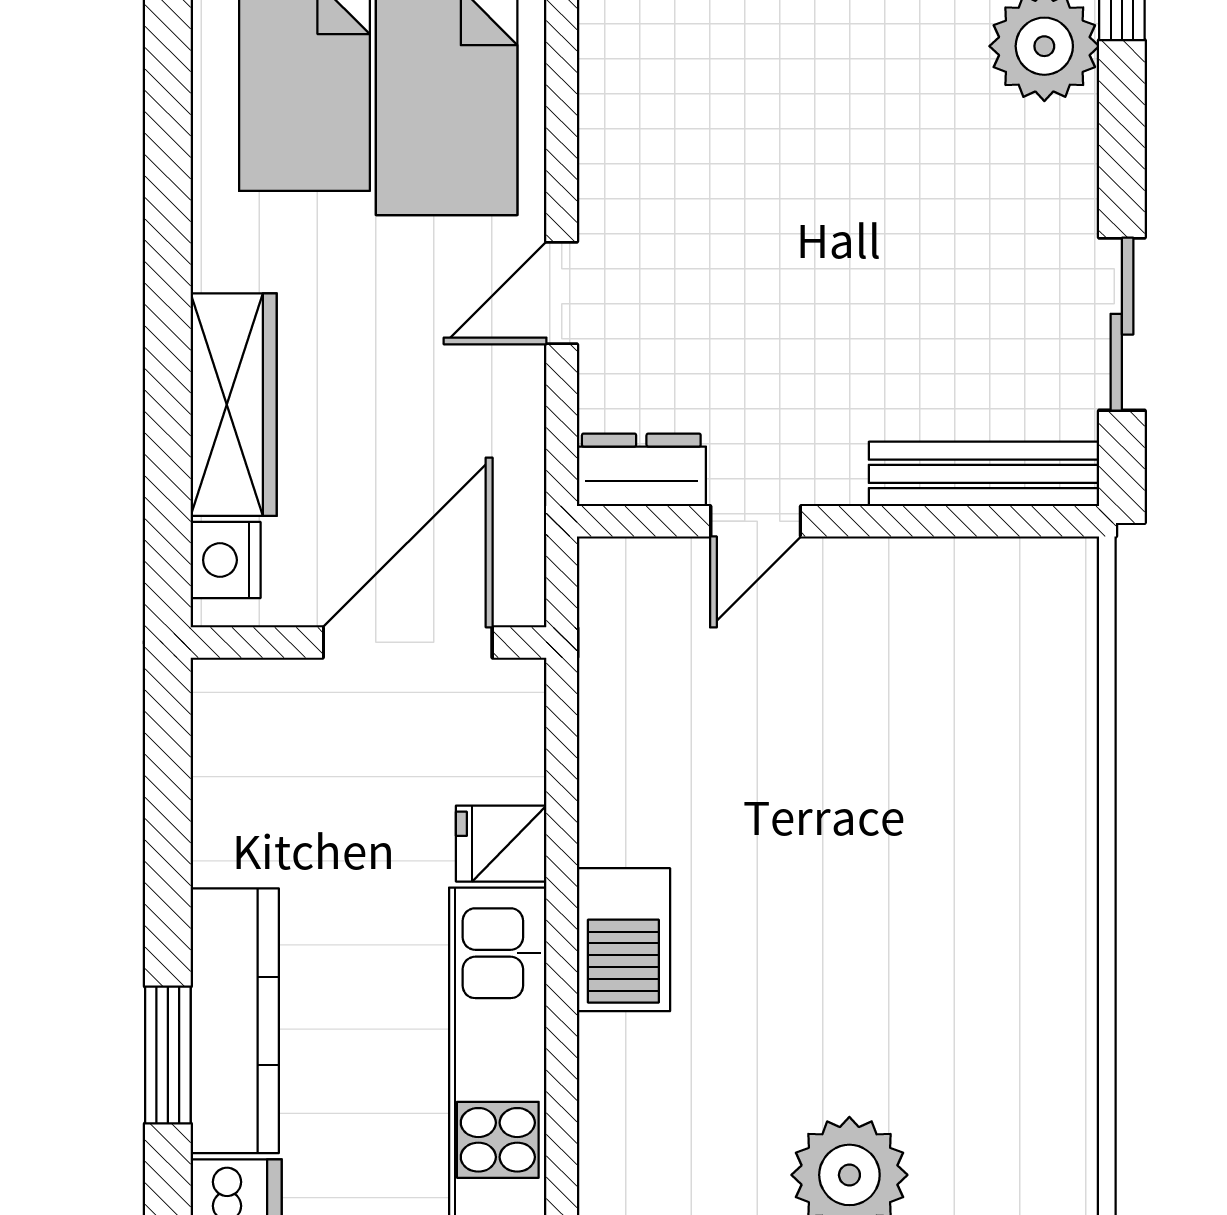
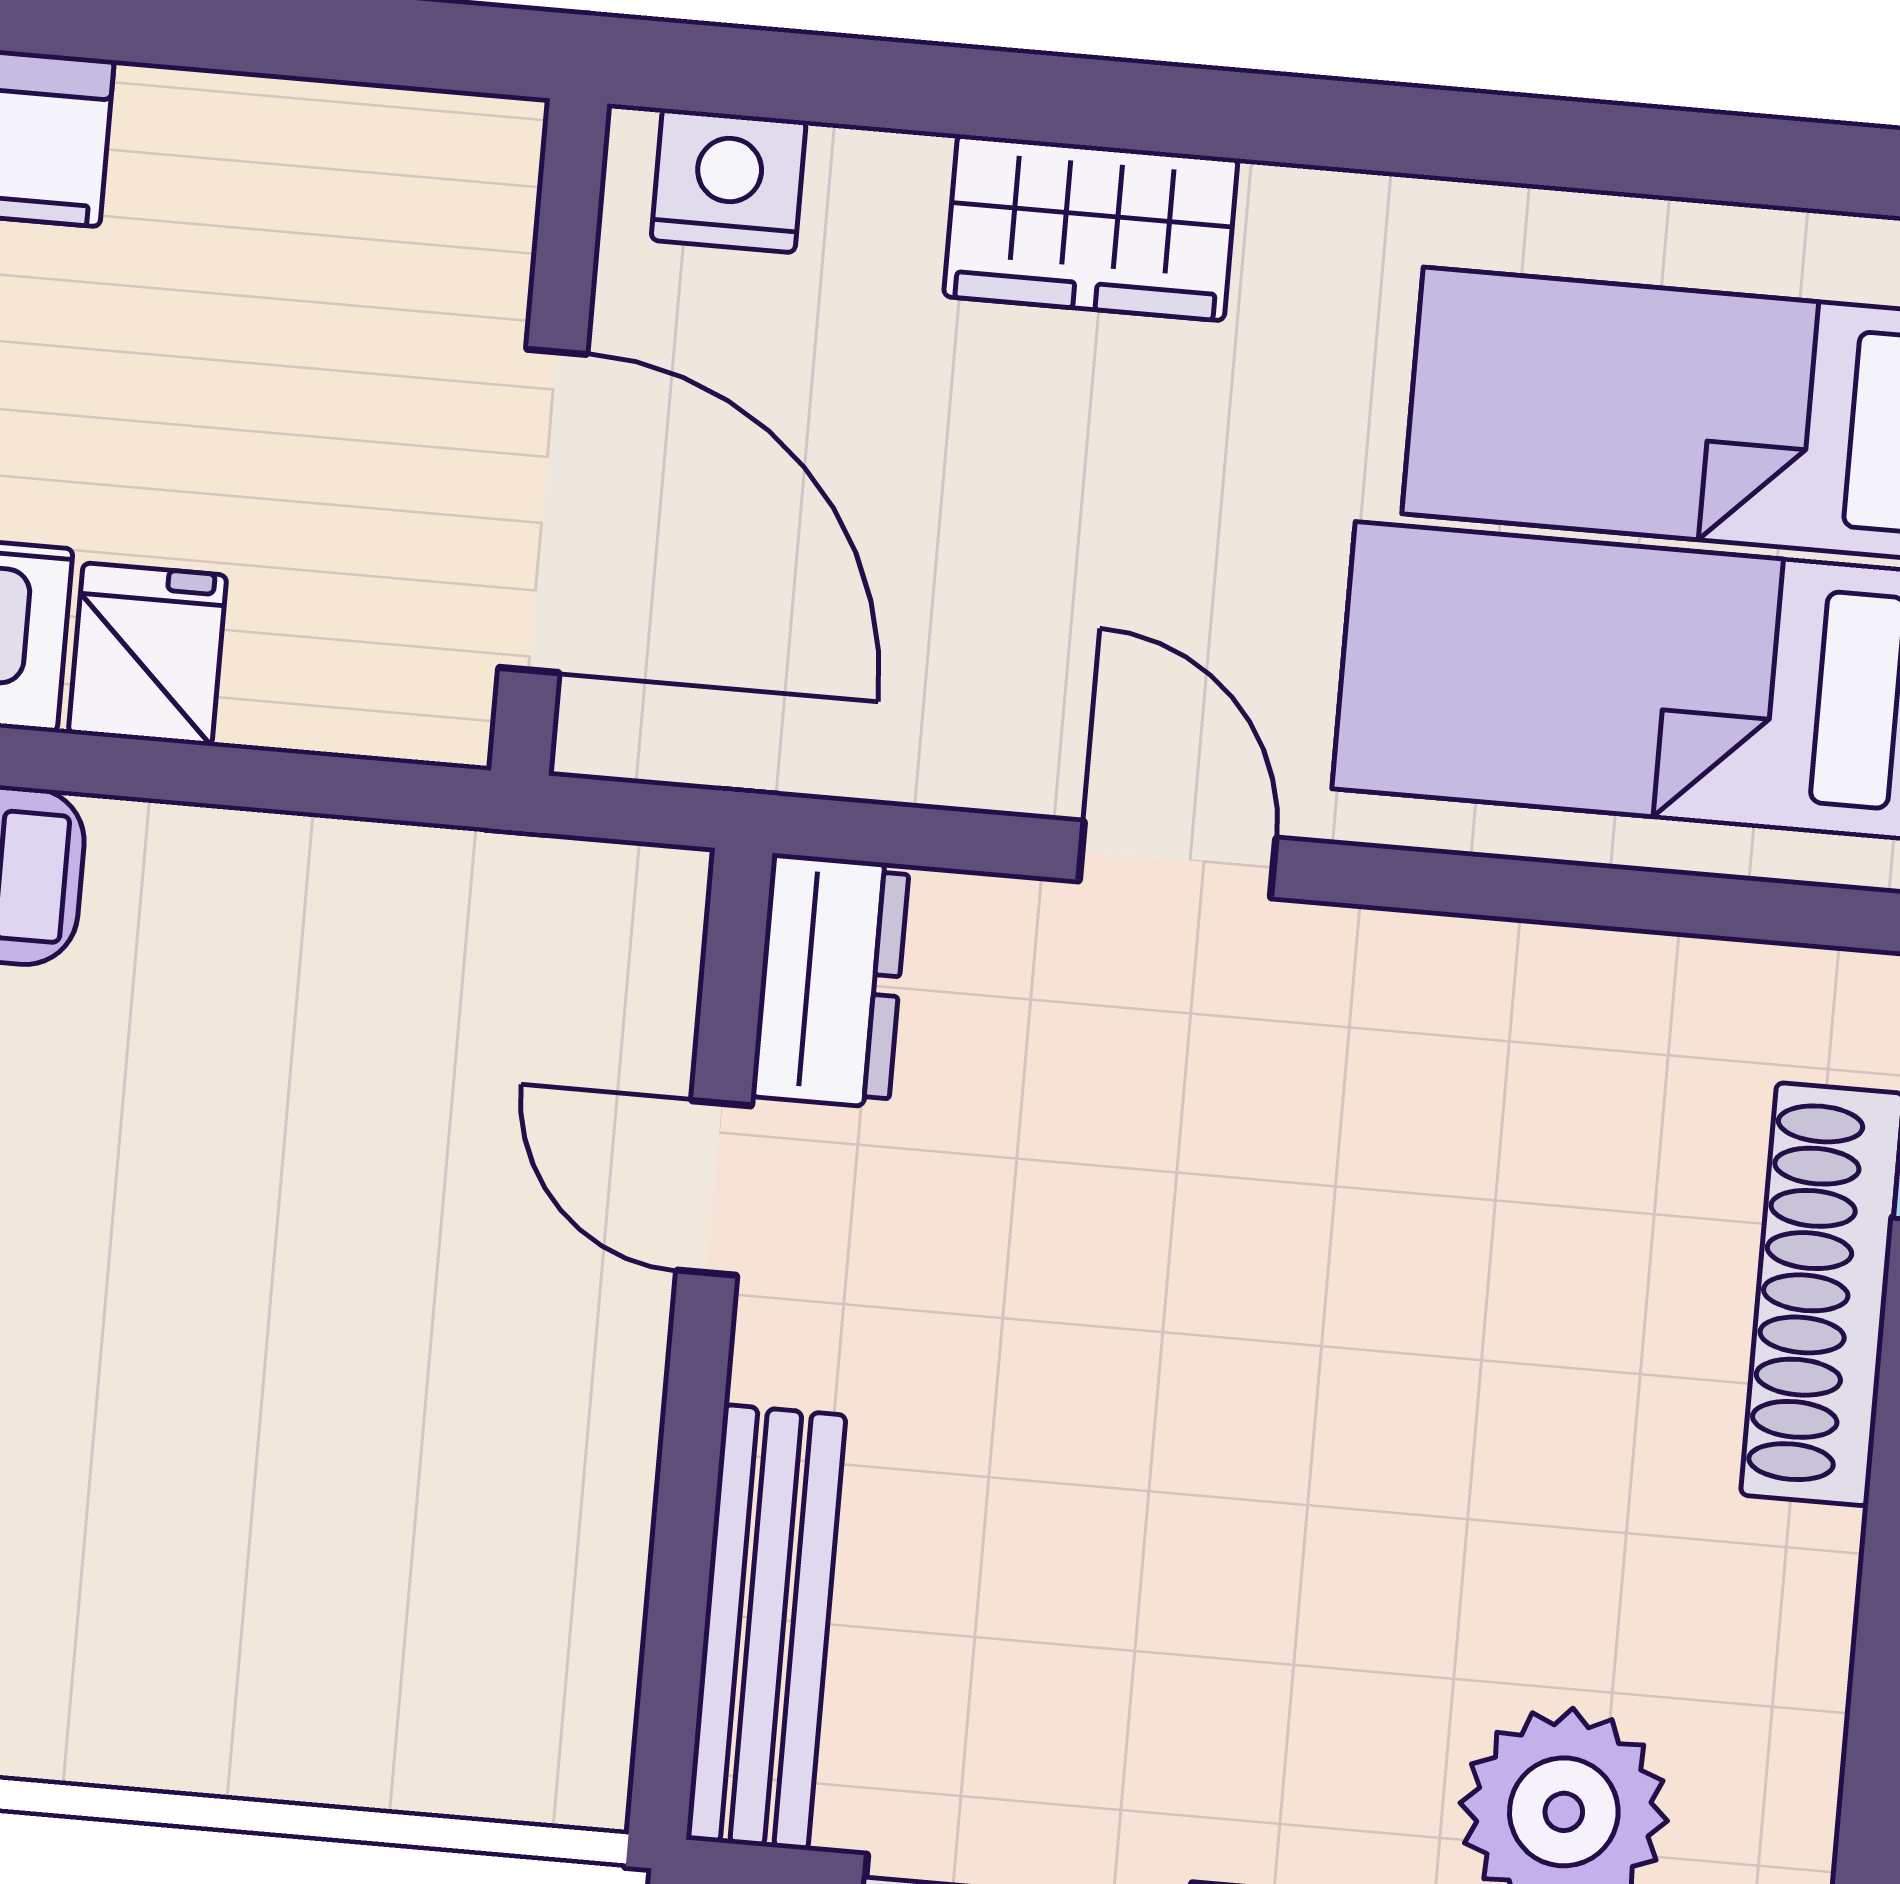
wardrobe: (234, 405) -> (1091, 228), width x0.67

